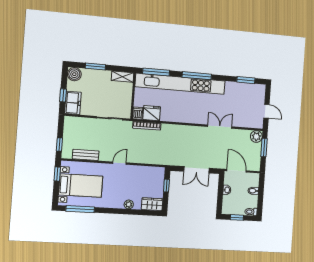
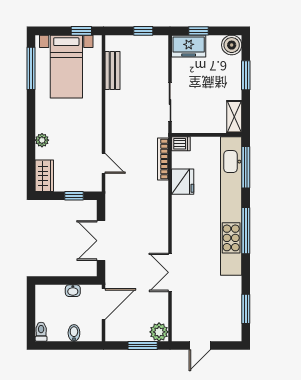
fridge: (152, 113) -> (183, 182), moved
double door: (220, 127) -> (170, 272), swing flipped
window: (59, 144) -> (143, 31), moved
door: (120, 163) -> (103, 163), moved
window: (237, 217) -> (31, 310), removed

